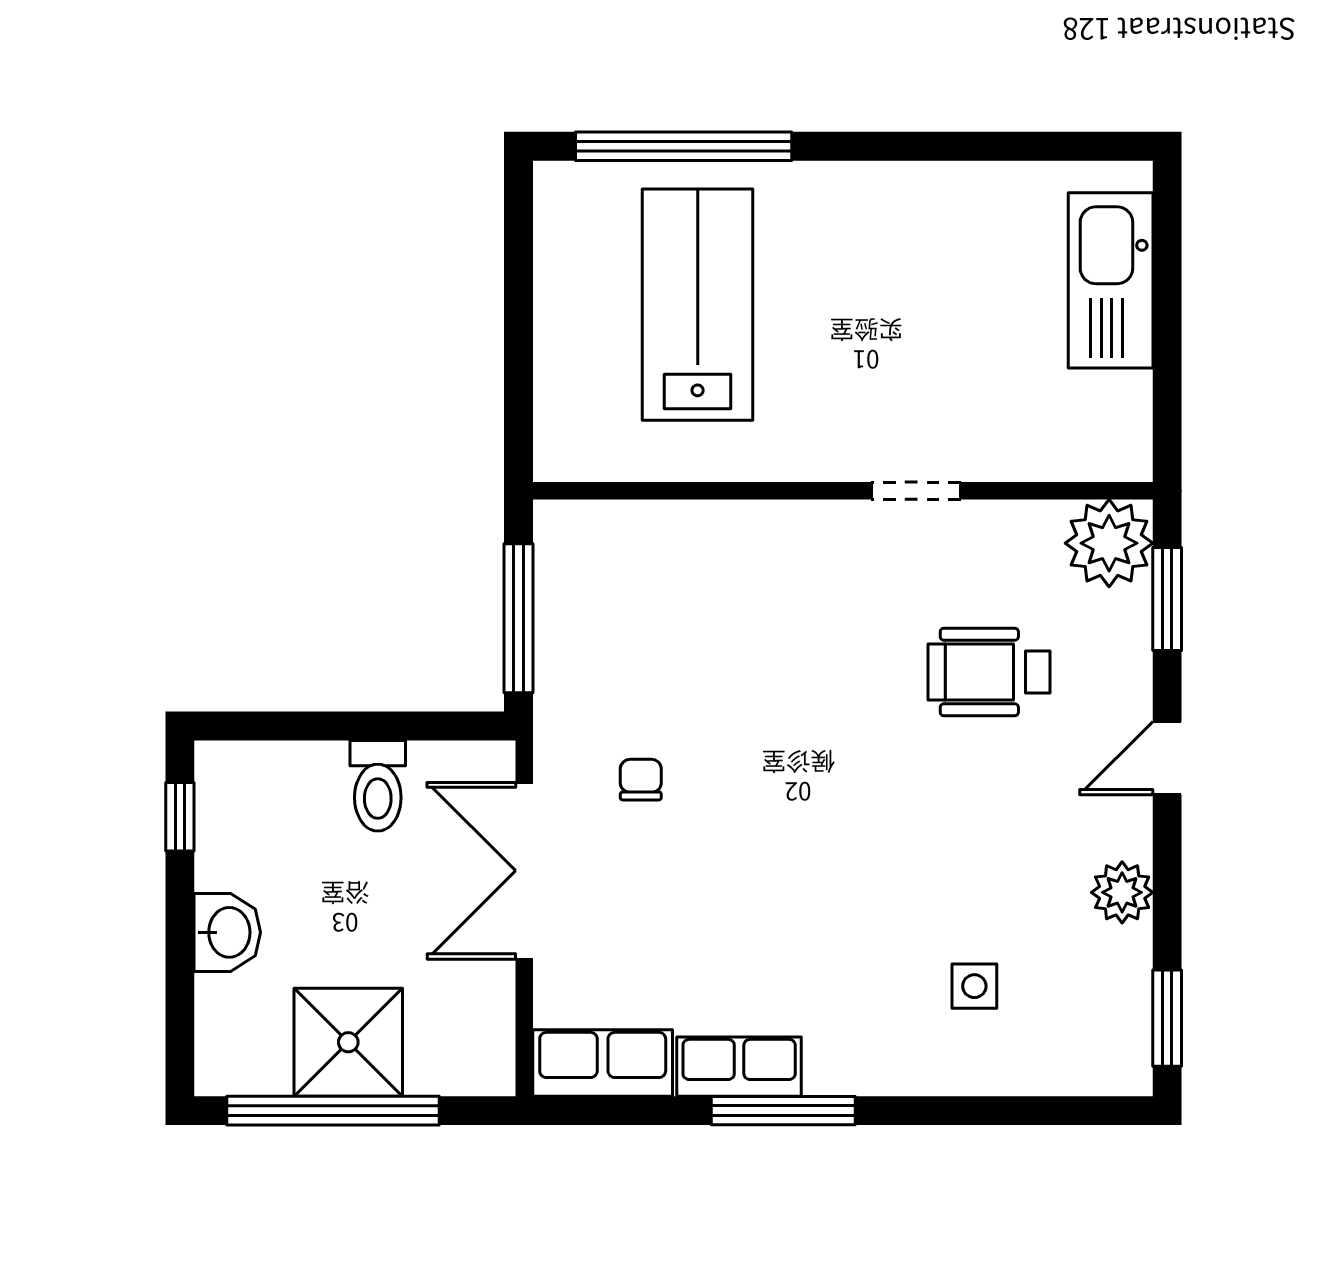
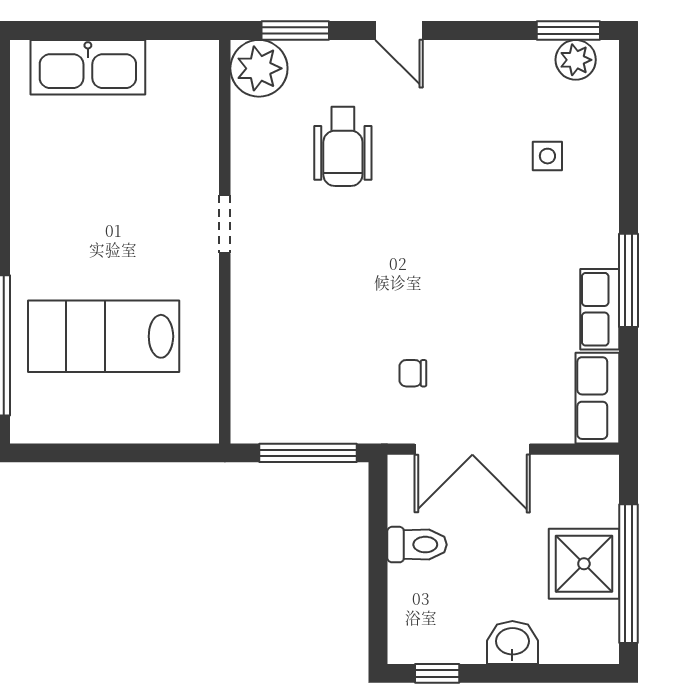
doorway: (916, 491) -> (225, 224), moved
plant: (1122, 892) -> (576, 60), moved

